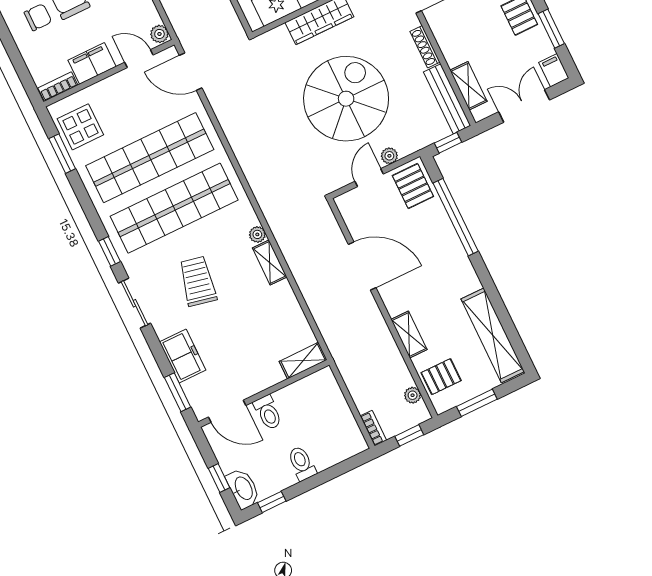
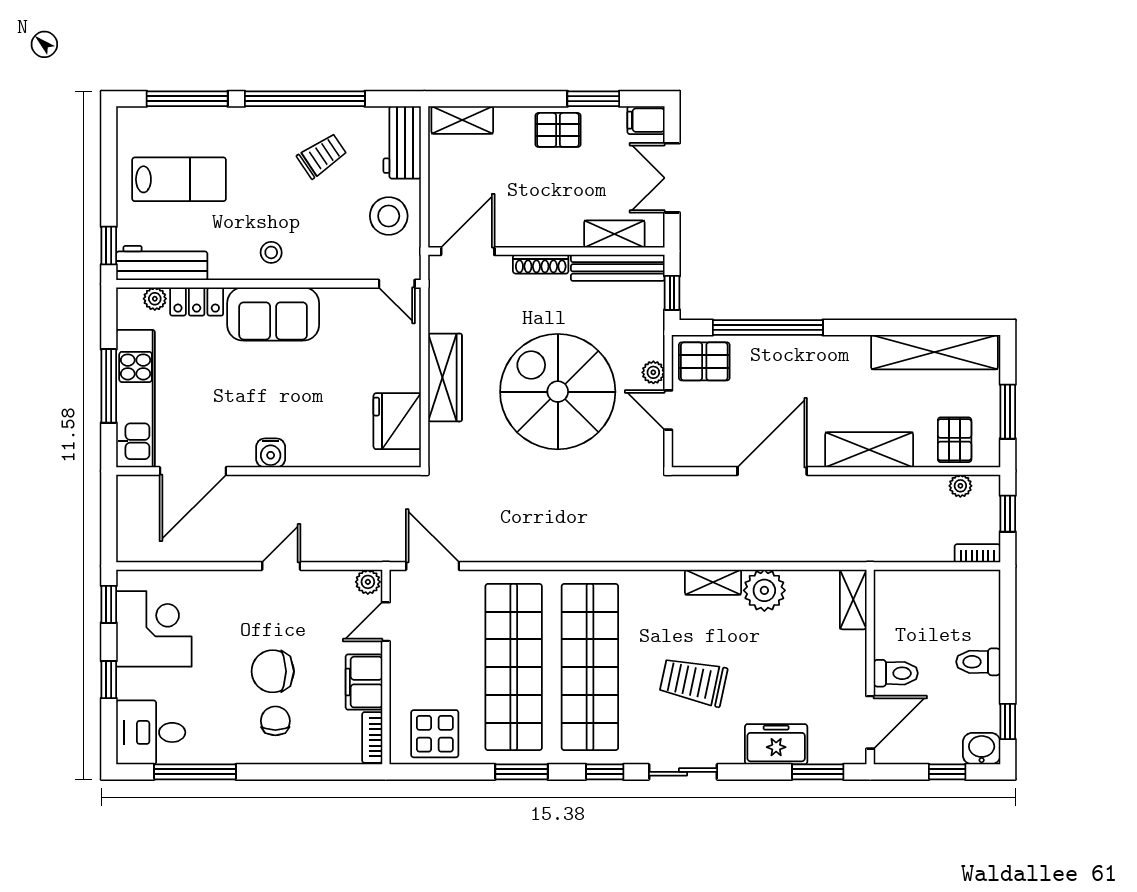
door: (191, 72) -> (433, 566), swing flipped
window: (62, 154) -> (521, 772), moved
plant: (257, 234) -> (764, 590), moved, width x1.88, depth x1.88
shelving: (409, 335) -> (869, 450), width x1.50, depth x1.33
washbasin: (243, 489) -> (982, 749), width x0.72

